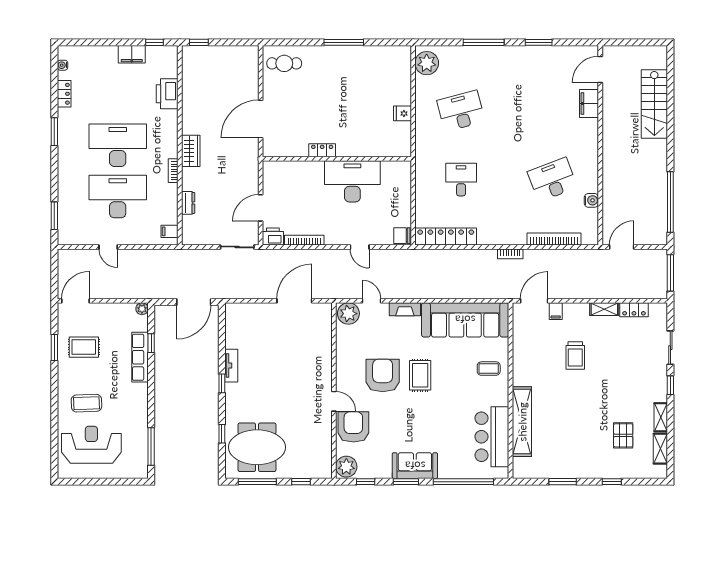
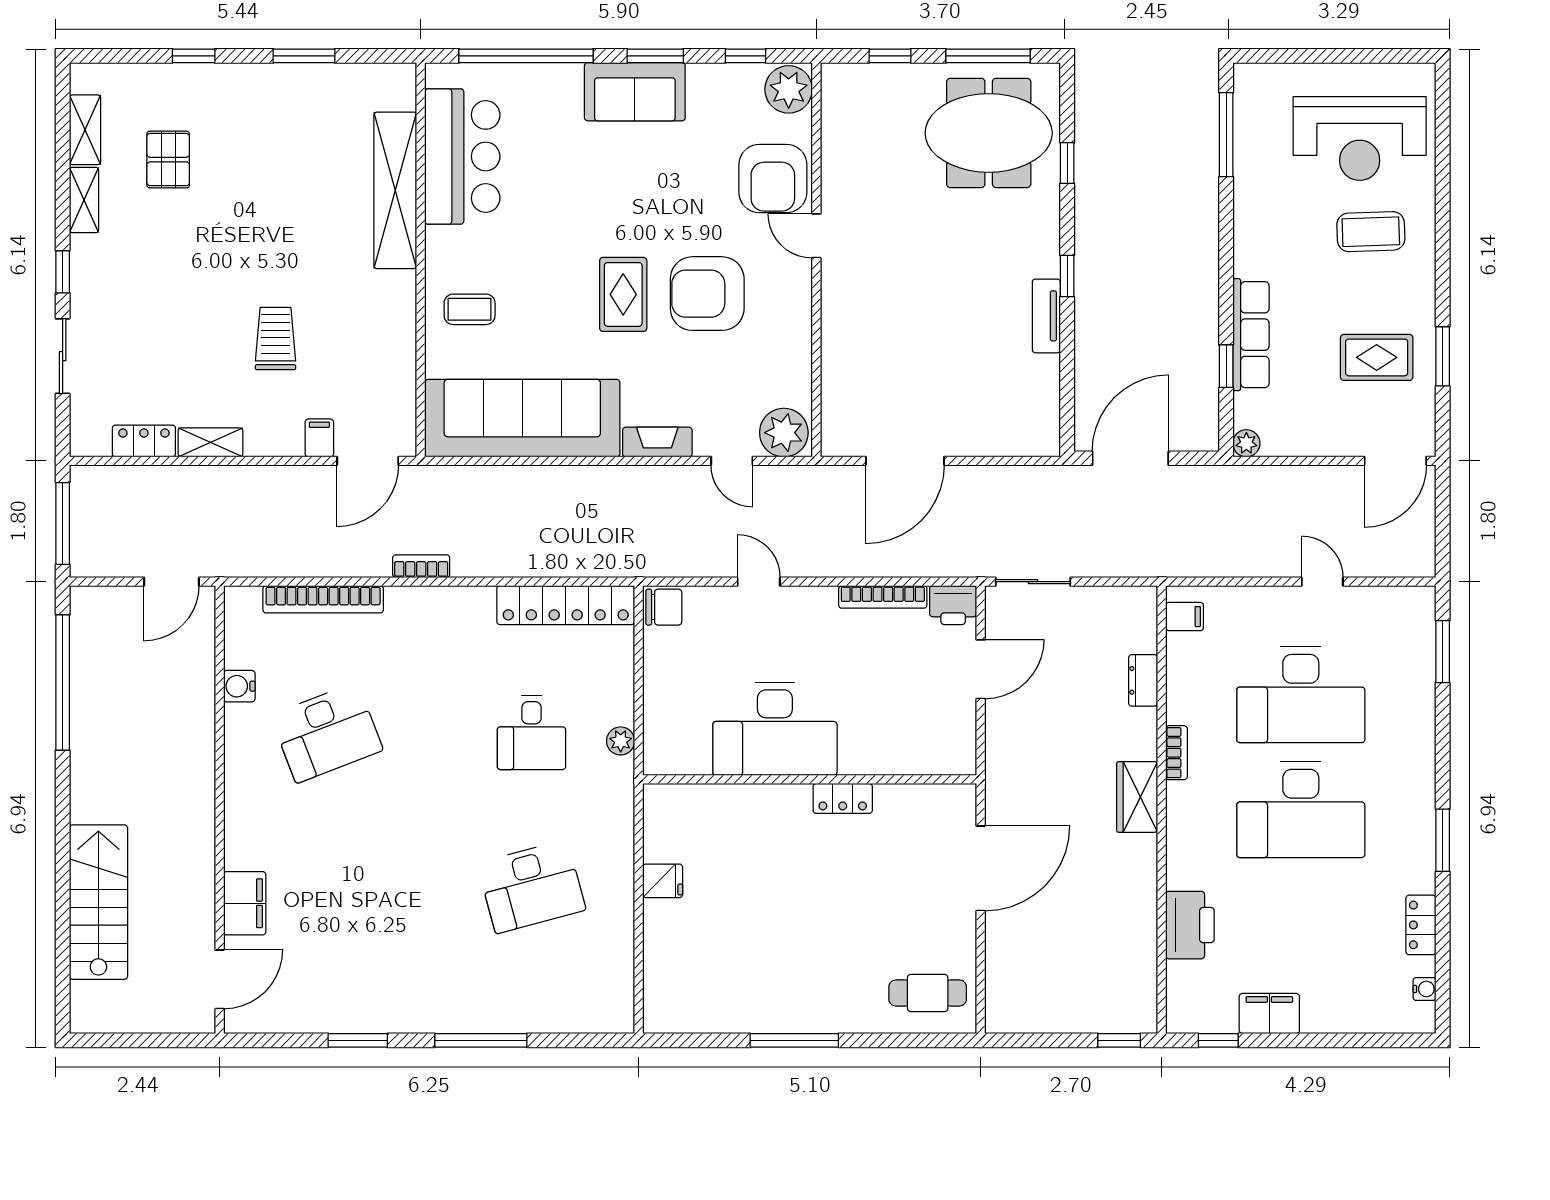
plant: (427, 63) -> (621, 741), moved, width x0.53, depth x0.53
armchair: (383, 376) -> (707, 294), turned 90

